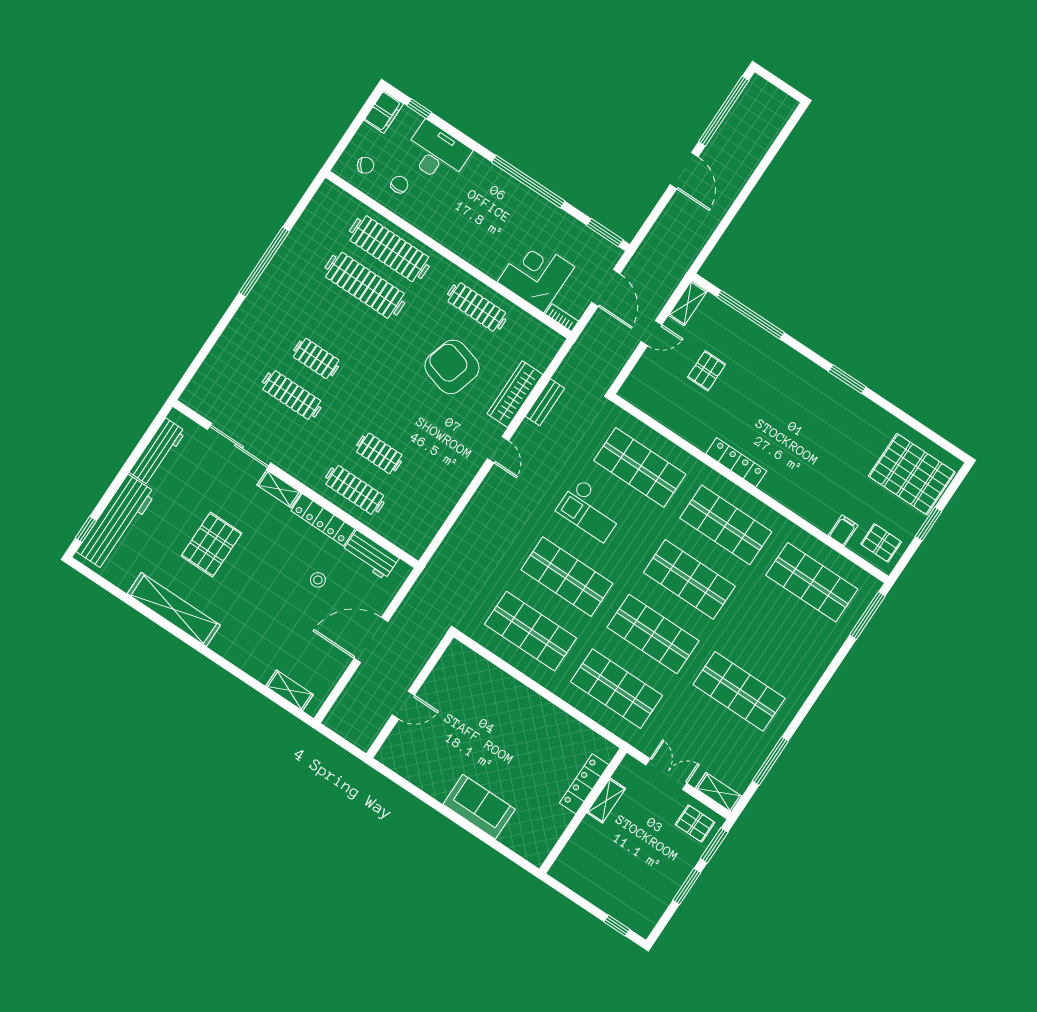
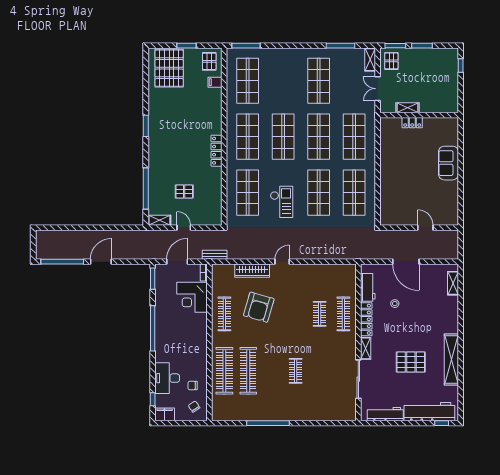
clothes rail: (292, 395) -> (320, 371), removed
bench: (545, 402) -> (215, 255), moved
locker: (584, 784) -> (412, 123), width x0.66

